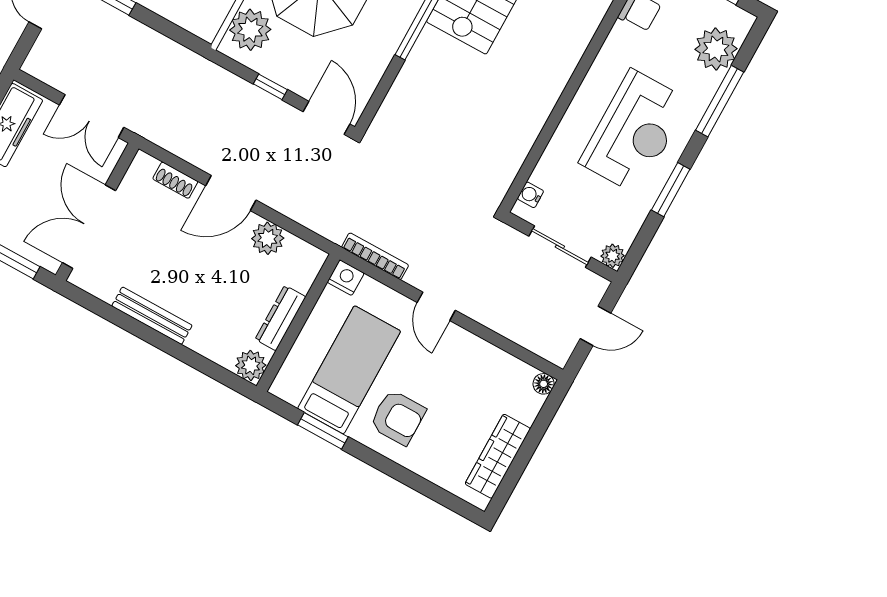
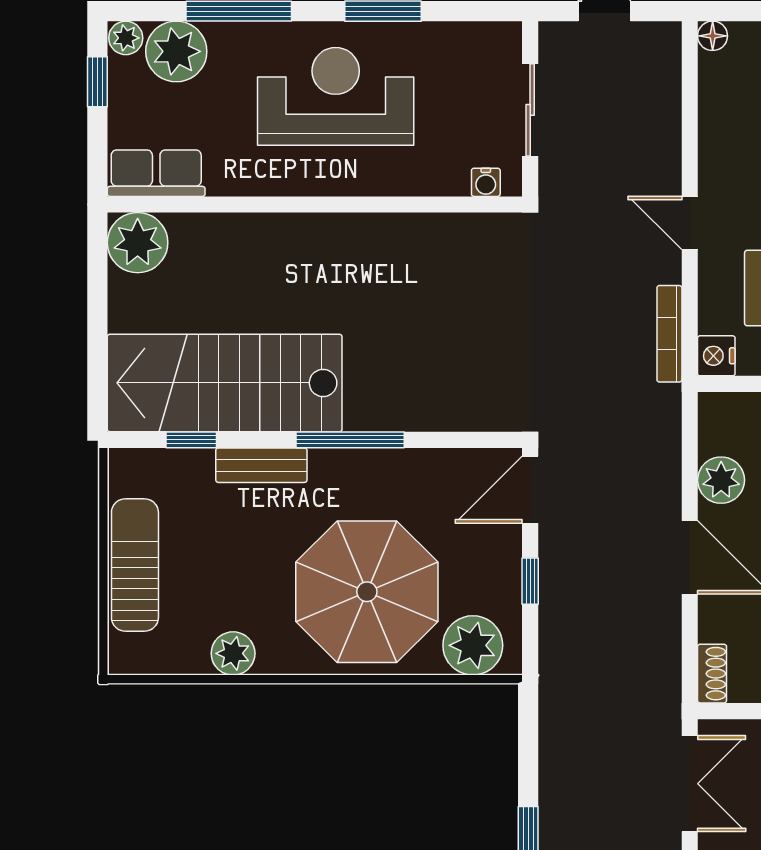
shoe rack: (175, 180) -> (712, 674), moved
plant: (613, 256) -> (126, 38), moved
door: (436, 306) -> (690, 223), swing flipped

